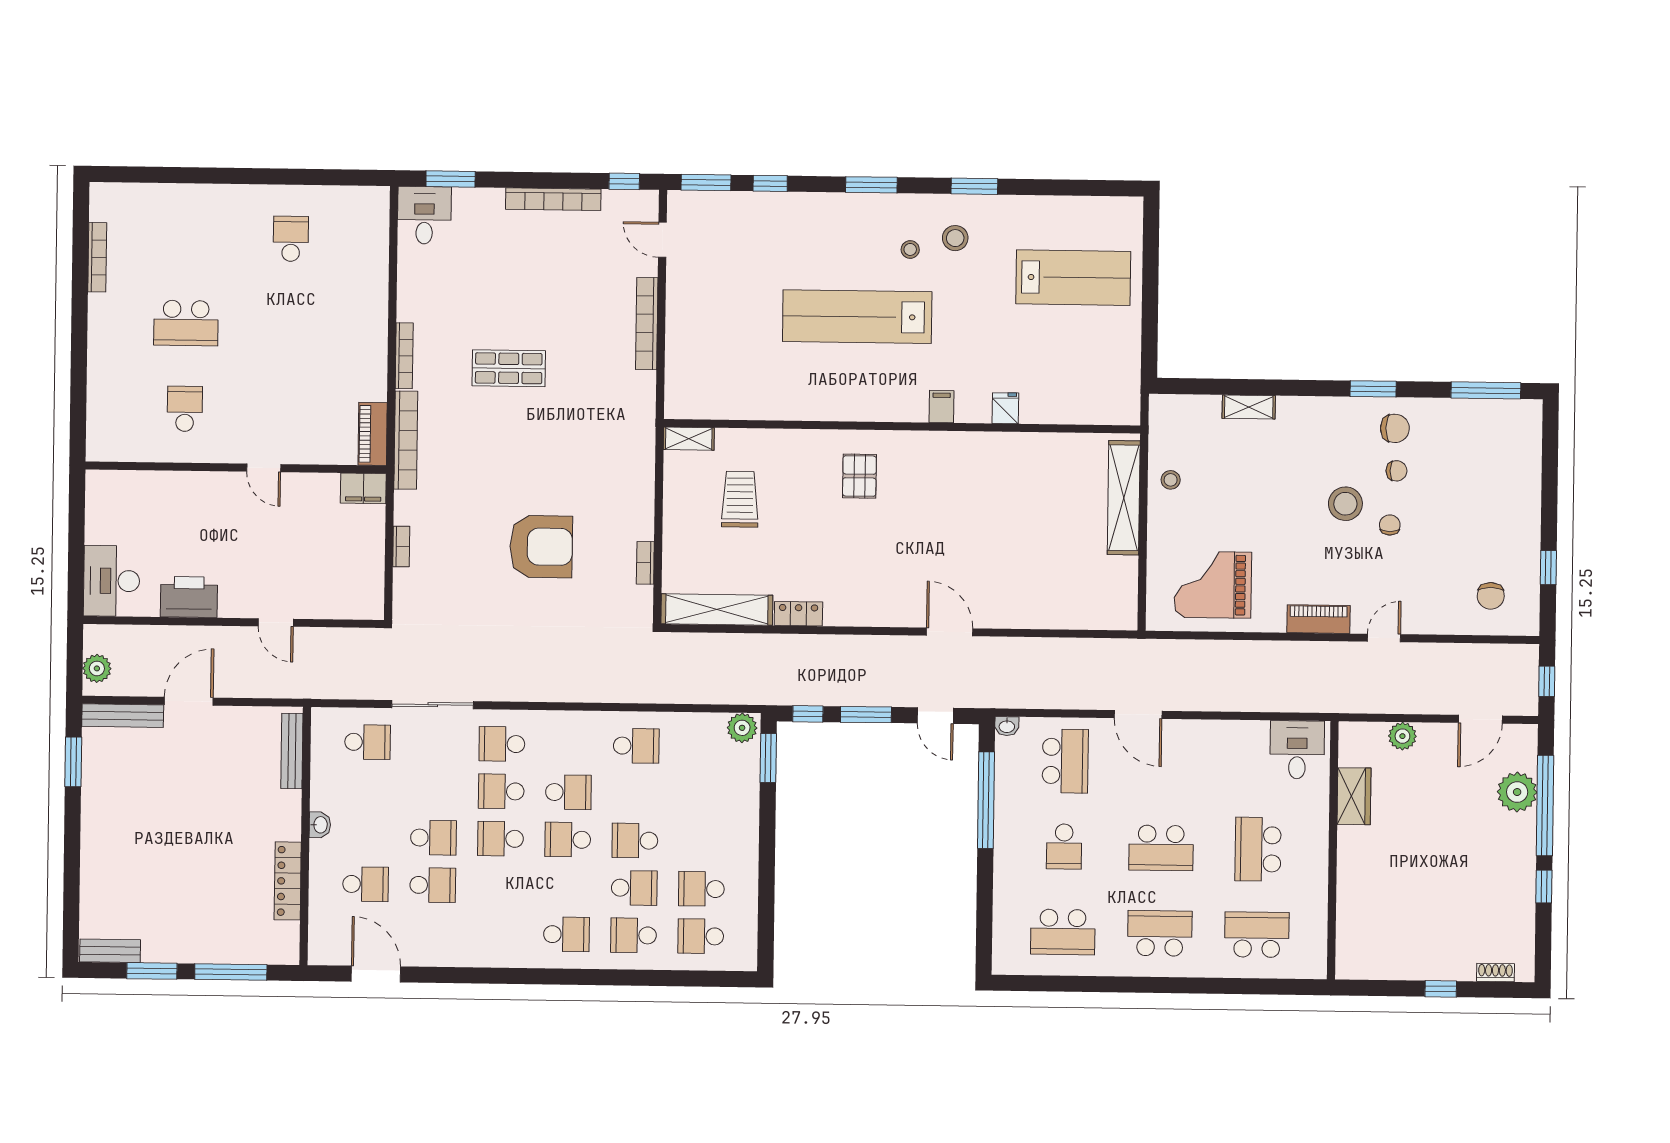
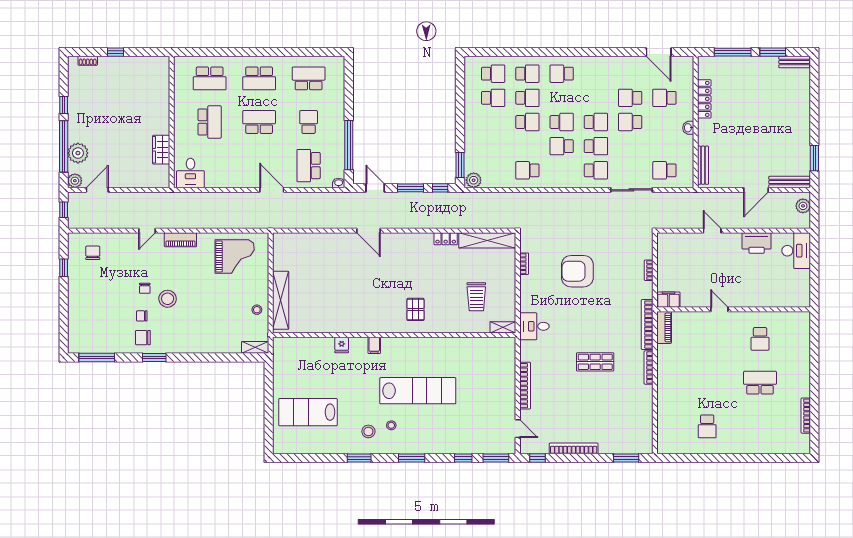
desk: (424, 215) -> (534, 326), moved, turned 90
shelving: (1249, 407) -> (255, 347), moved
plant: (1402, 736) -> (75, 181), moved
school desk: (634, 888) -> (527, 98), turned 180

